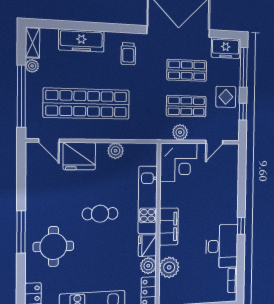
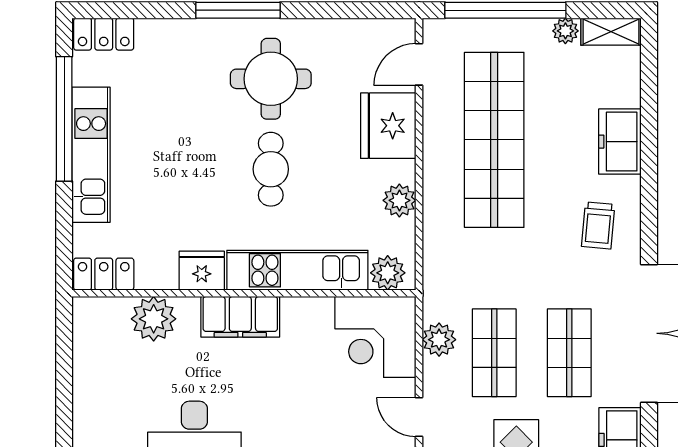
freezer: (81, 41) -> (620, 142), width x0.71
trolley: (128, 54) -> (598, 225), turned -85
round table: (53, 246) -> (271, 79), moved
plant: (148, 266) -> (388, 273), moved

